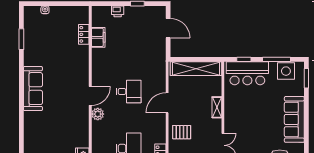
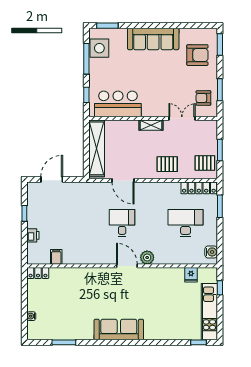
locker: (84, 34) -> (38, 273), moved
filing cabinet: (98, 37) -> (56, 257), width x0.50
bar counter: (247, 73) -> (118, 104), moved, turned -90
door: (167, 103) -> (123, 180), moved
shelving: (217, 107) -> (151, 125), moved
pallet: (182, 132) -> (167, 164), turned 90

